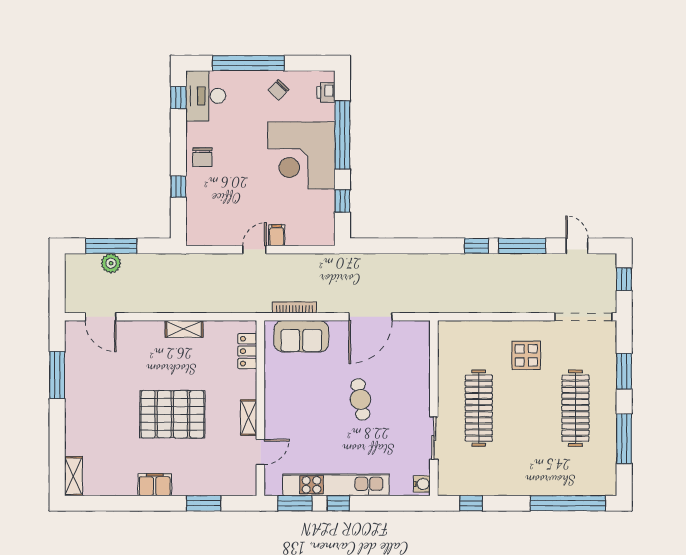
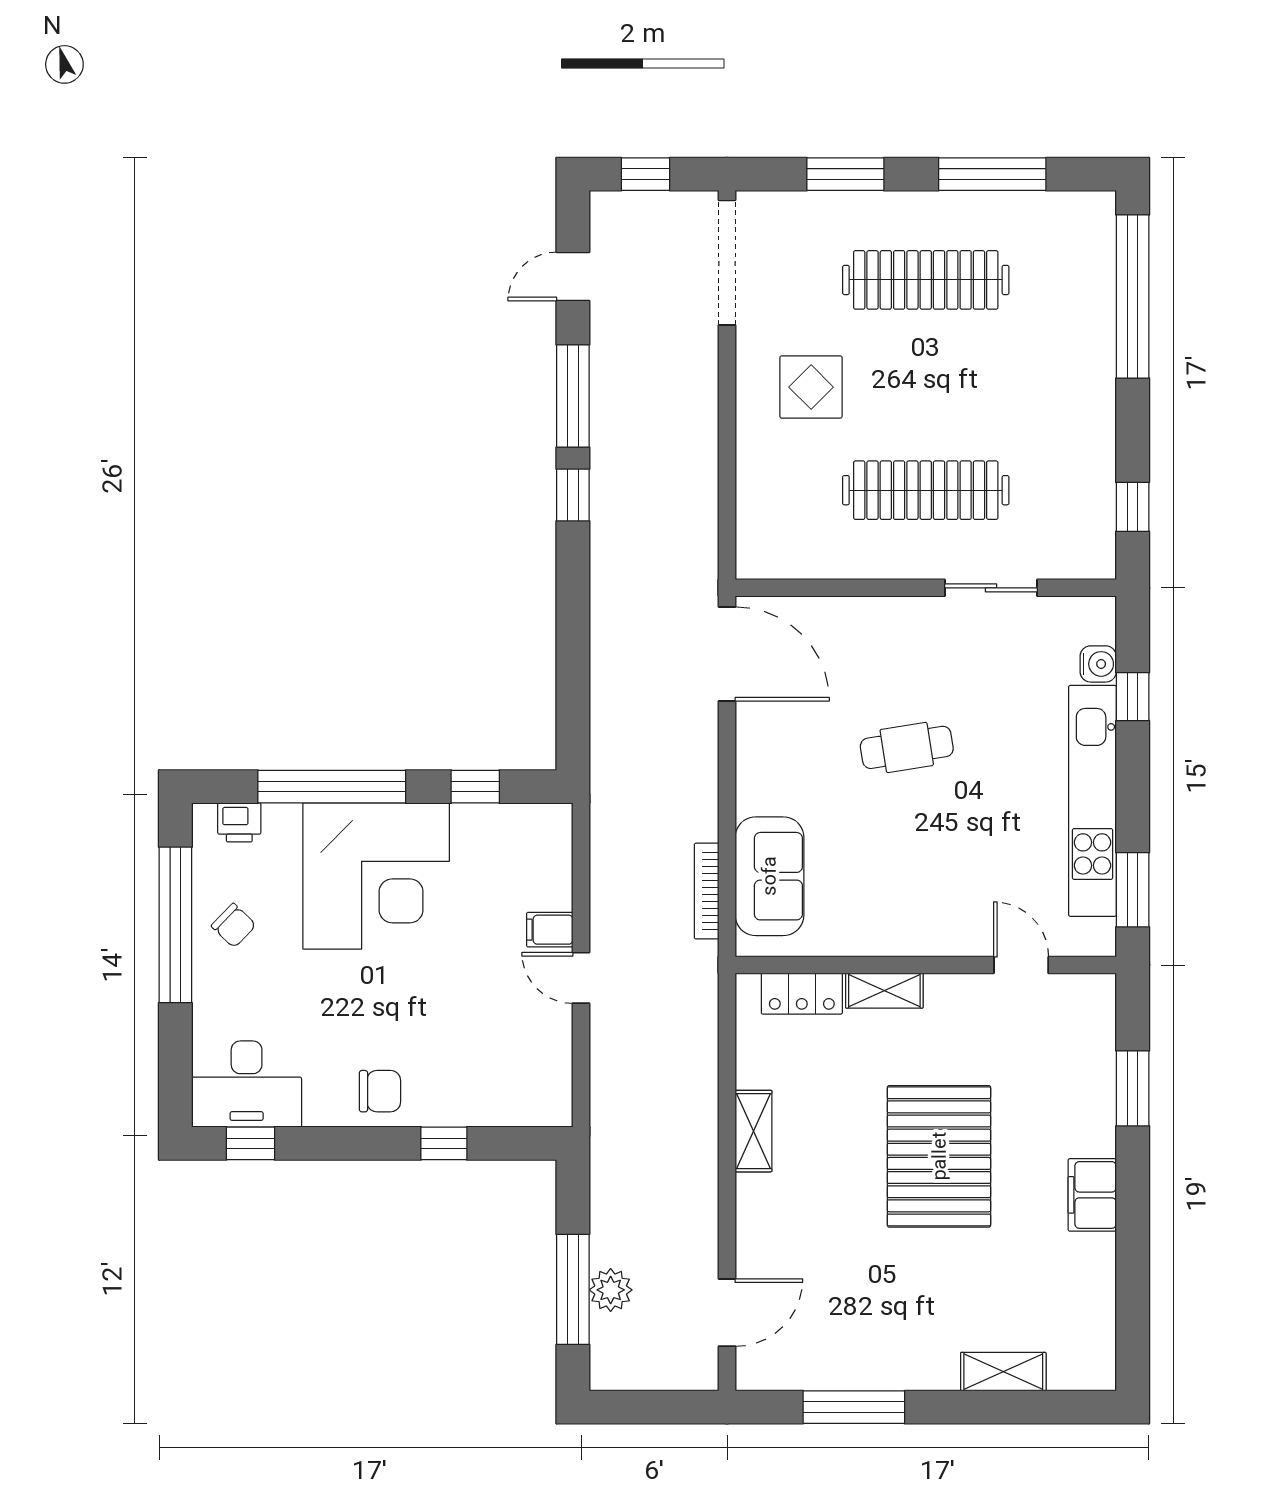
window: (248, 63) -> (175, 925), moved
door: (371, 317) -> (727, 654), moved
shelving: (249, 418) -> (884, 991), moved
shelving: (73, 476) -> (1003, 1372), moved
water cooler: (422, 484) -> (1098, 664), moved, turned 90
window: (338, 503) -> (1133, 697), moved

